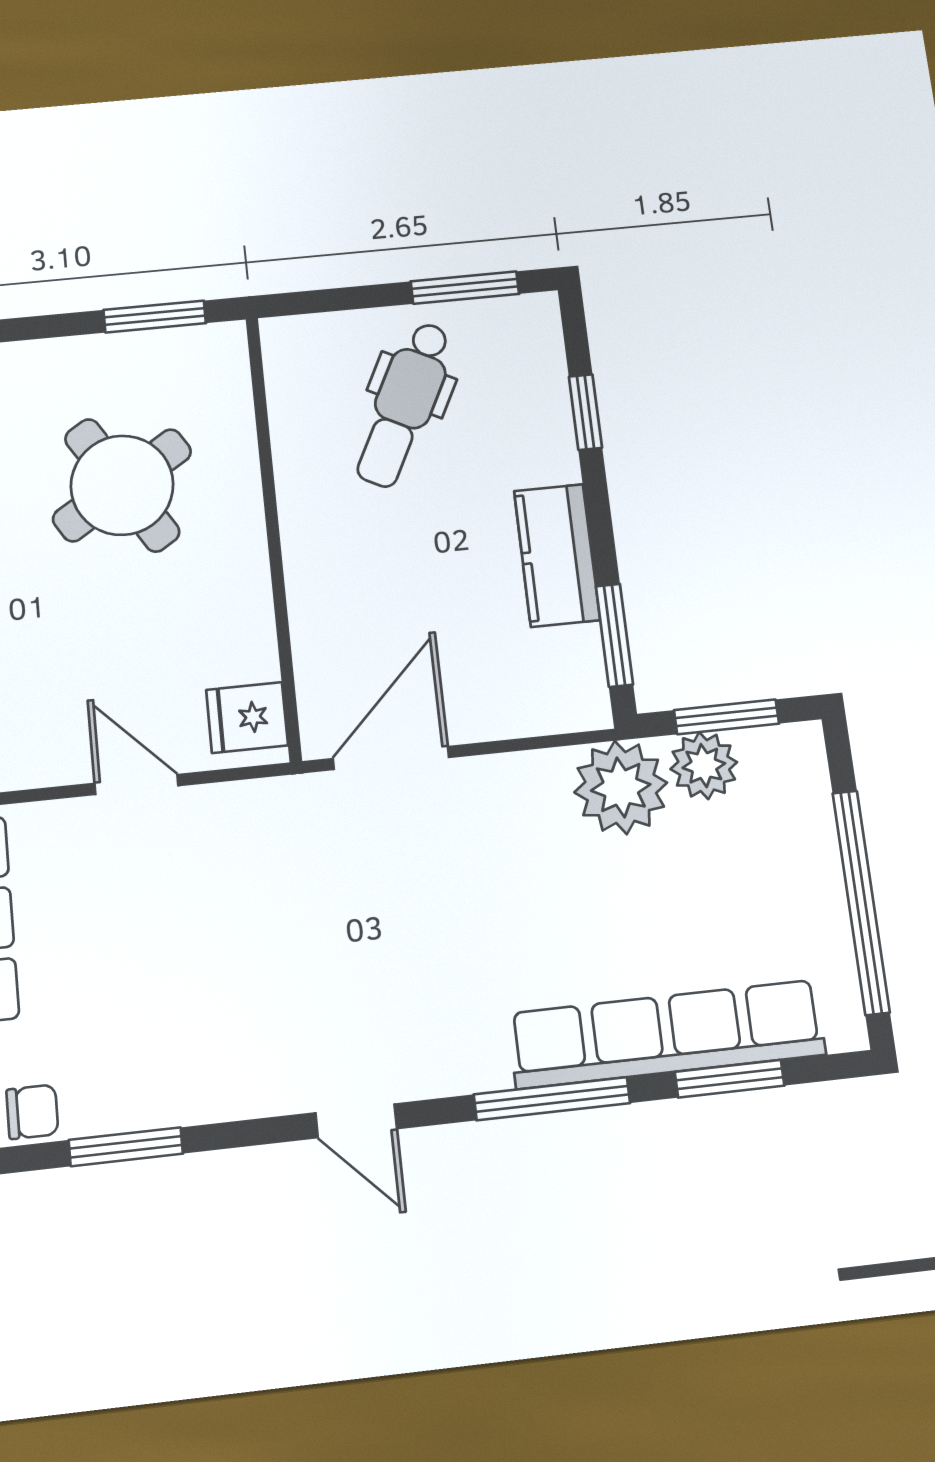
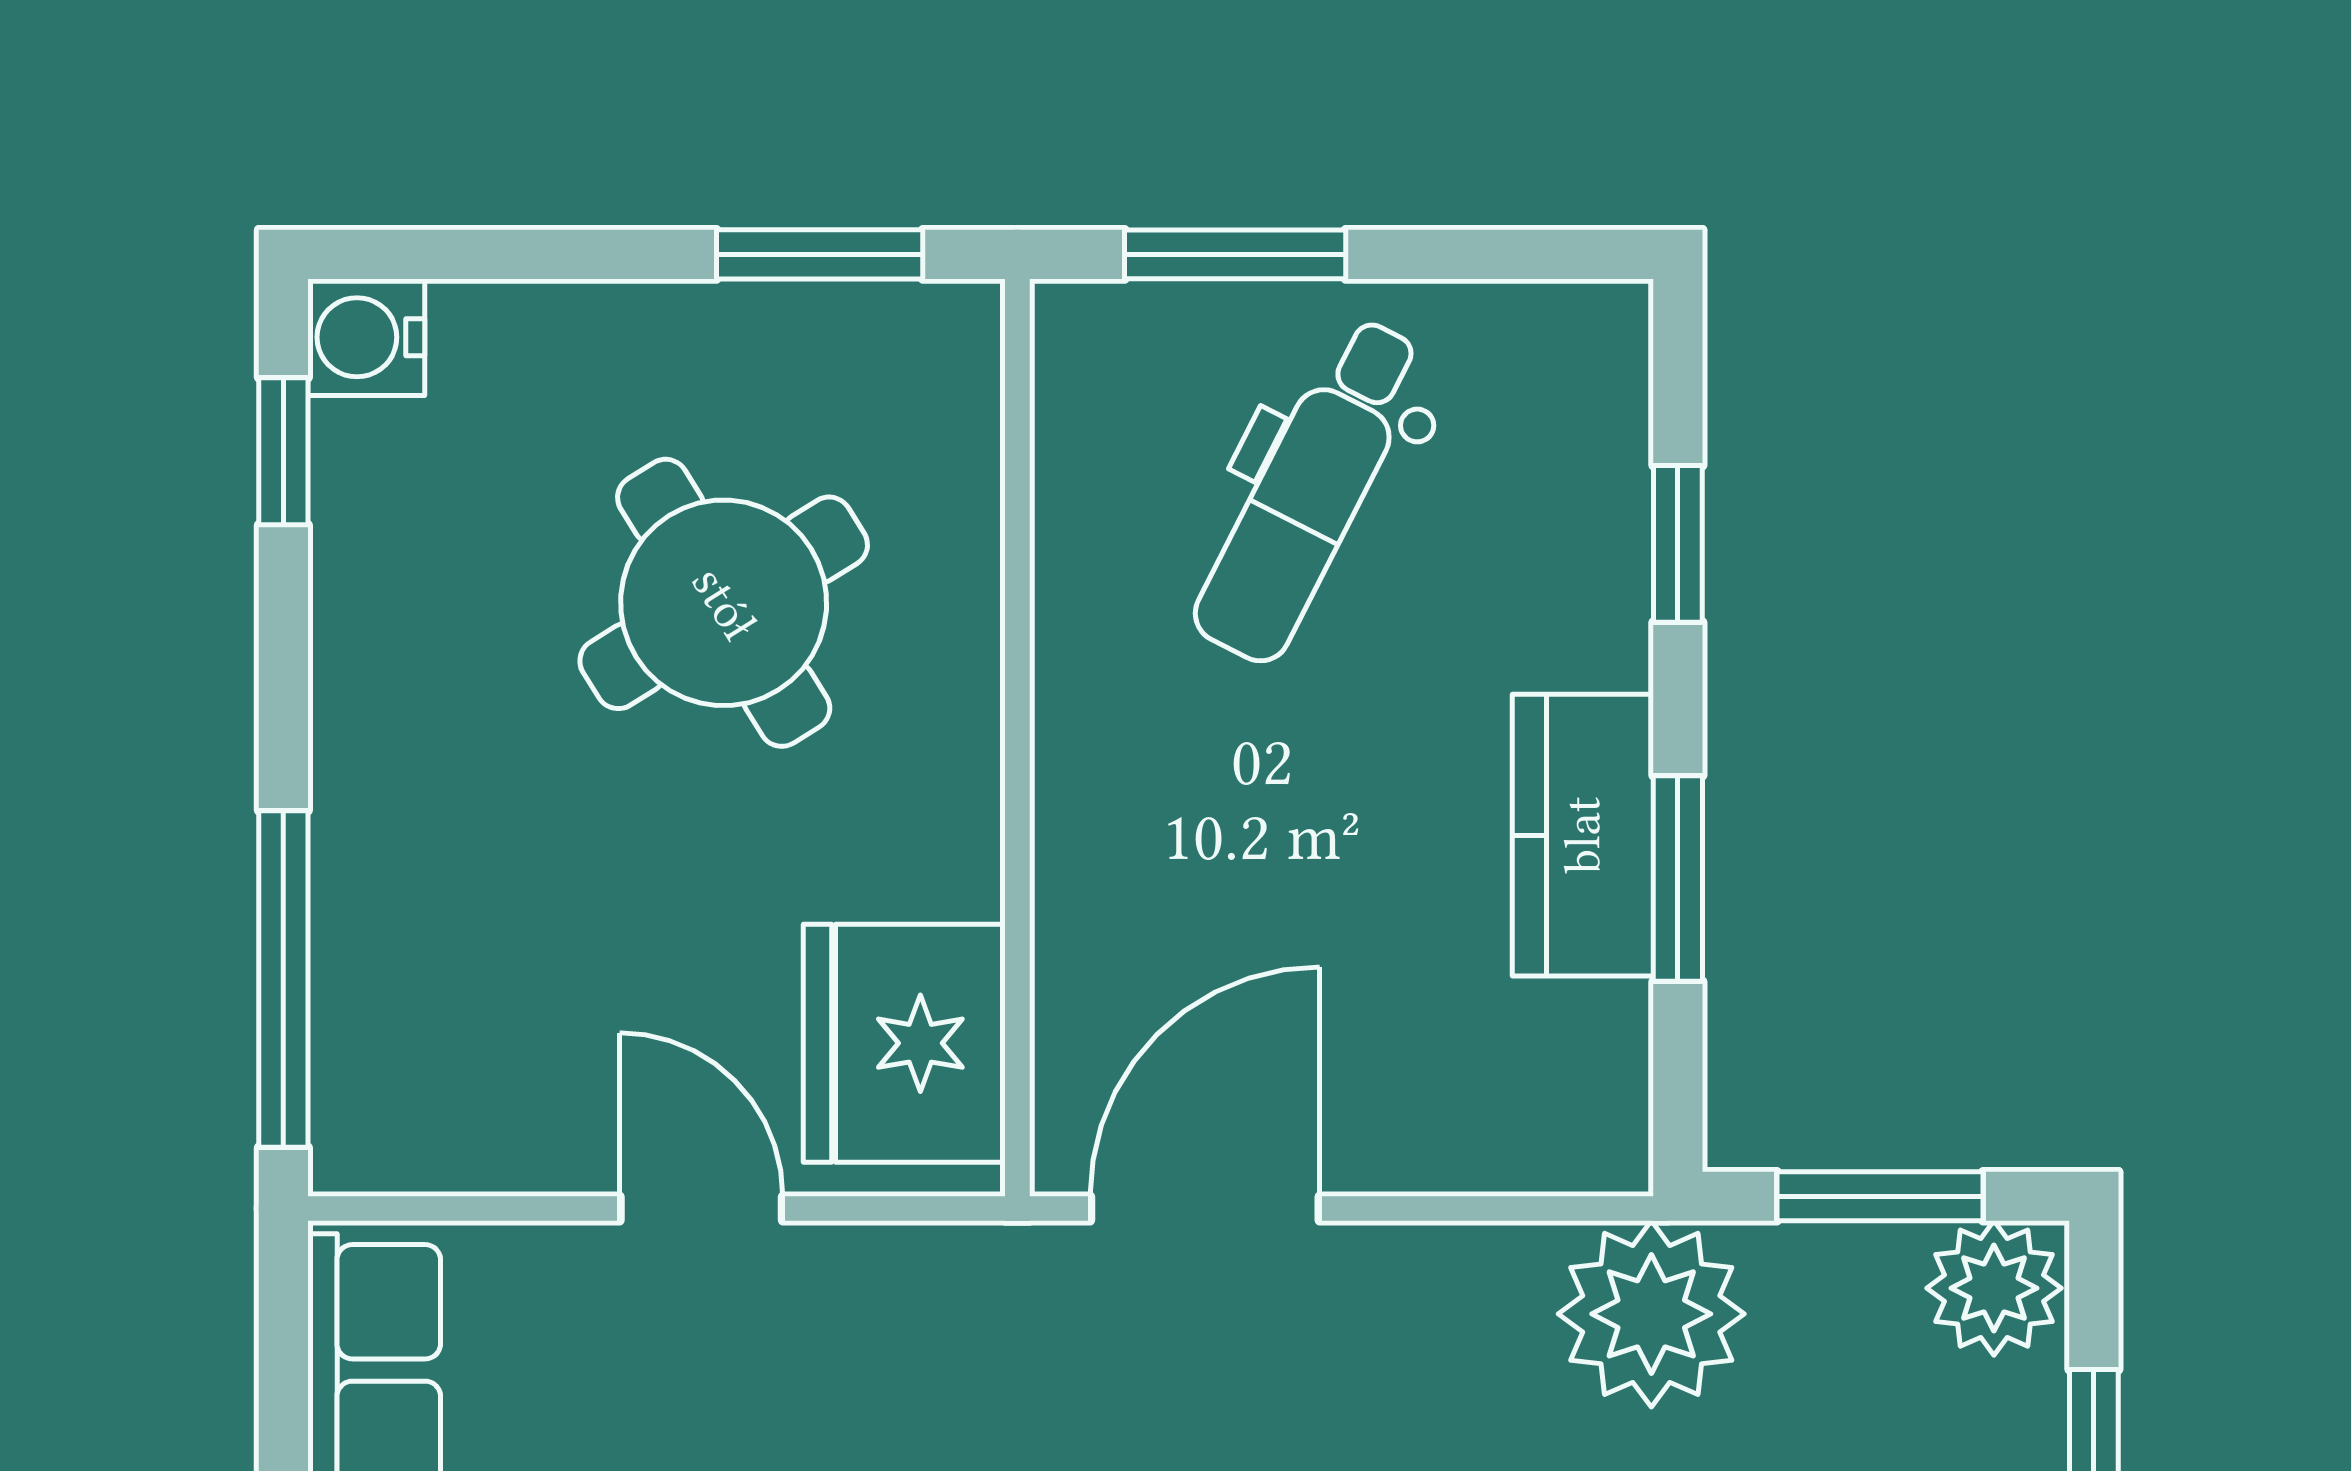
window: (465, 288) -> (1235, 254), moved
window: (614, 635) -> (1678, 878), moved
fridge: (247, 718) -> (904, 1043), width x1.88, depth x1.34
plant: (704, 766) -> (1994, 1288), moved

